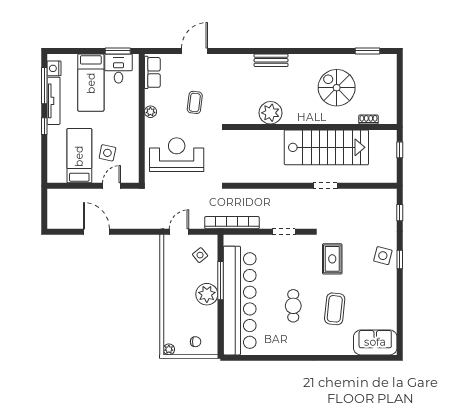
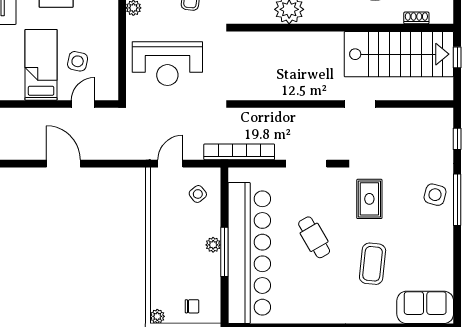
stairs: (326, 147) -> (399, 54), moved
reception desk: (177, 155) -> (167, 64), turned 180
doorway: (284, 232) -> (306, 164), width x1.38
window: (400, 260) -> (457, 200), width x2.17
window: (221, 281) -> (224, 252), moved
plant: (207, 294) -> (213, 245), width x0.53, depth x0.53
cafe table: (293, 306) -> (314, 237), moved, turned -30

